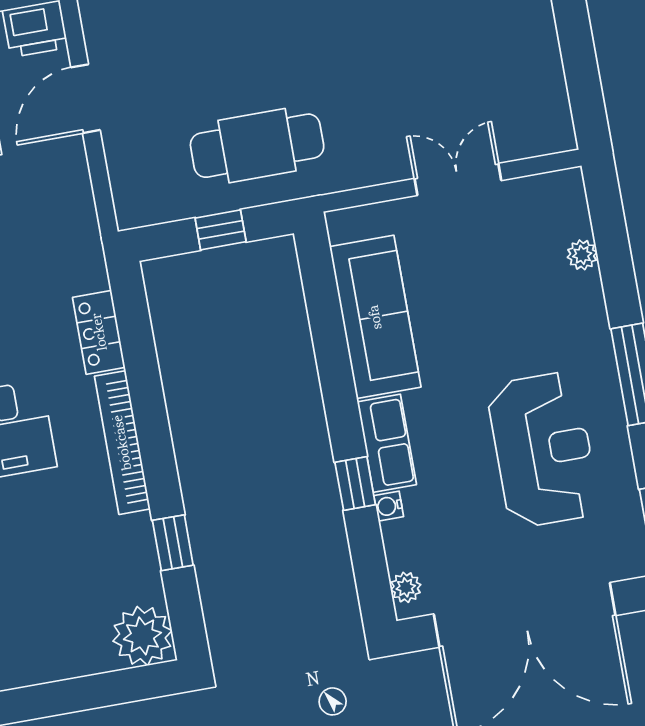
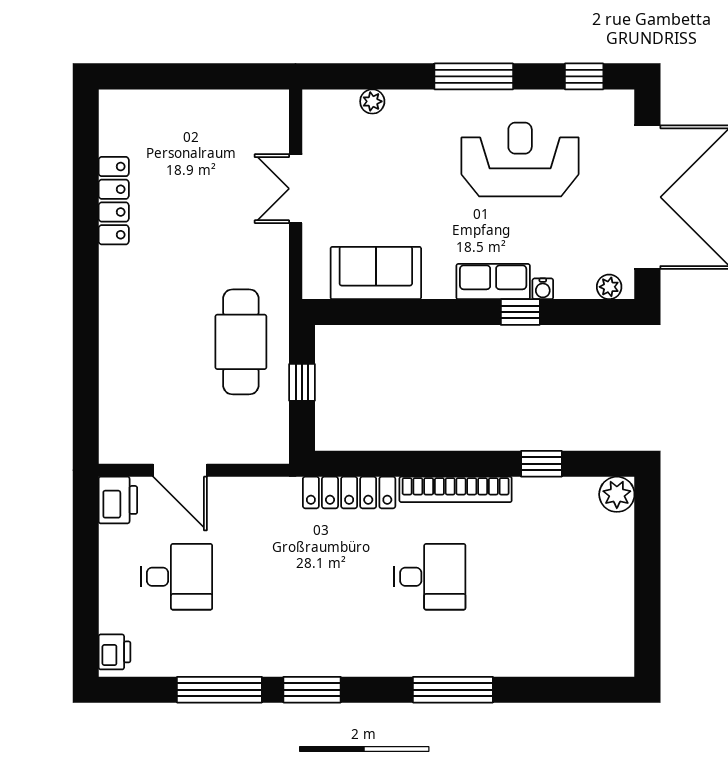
sofa: (375, 317) -> (376, 273), width x0.73
locker: (99, 332) -> (349, 492), width x1.53
plant: (142, 636) -> (617, 494), width x0.73, depth x0.73

